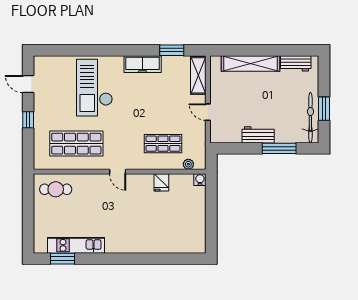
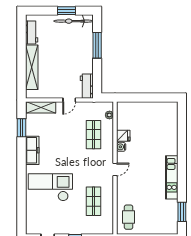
checkout: (94, 88) -> (50, 187), turned 180
workbench: (258, 135) -> (87, 86), moved
shop shelf: (76, 144) -> (93, 201), width x0.70, depth x0.74
water cooler: (200, 180) -> (121, 147), moved
kitchen unit: (76, 245) -> (172, 177), moved

